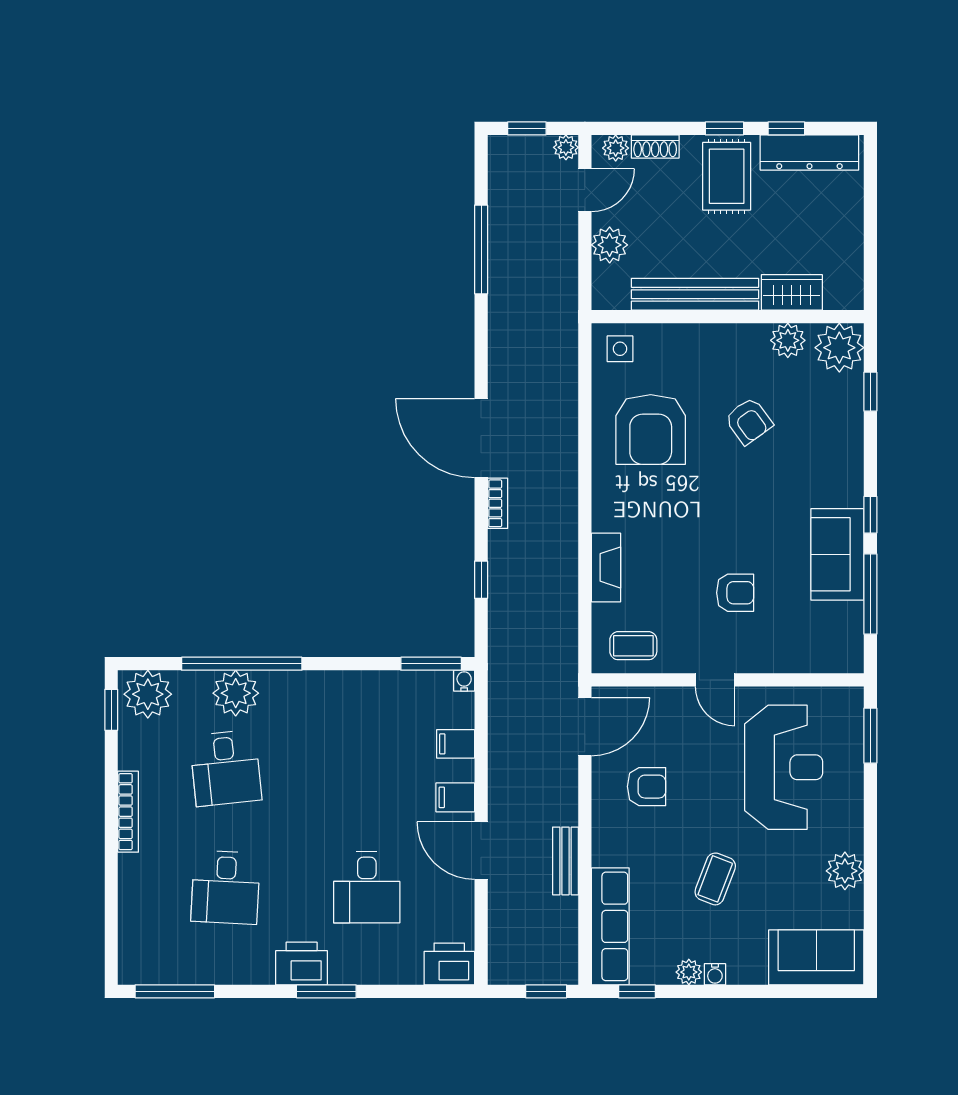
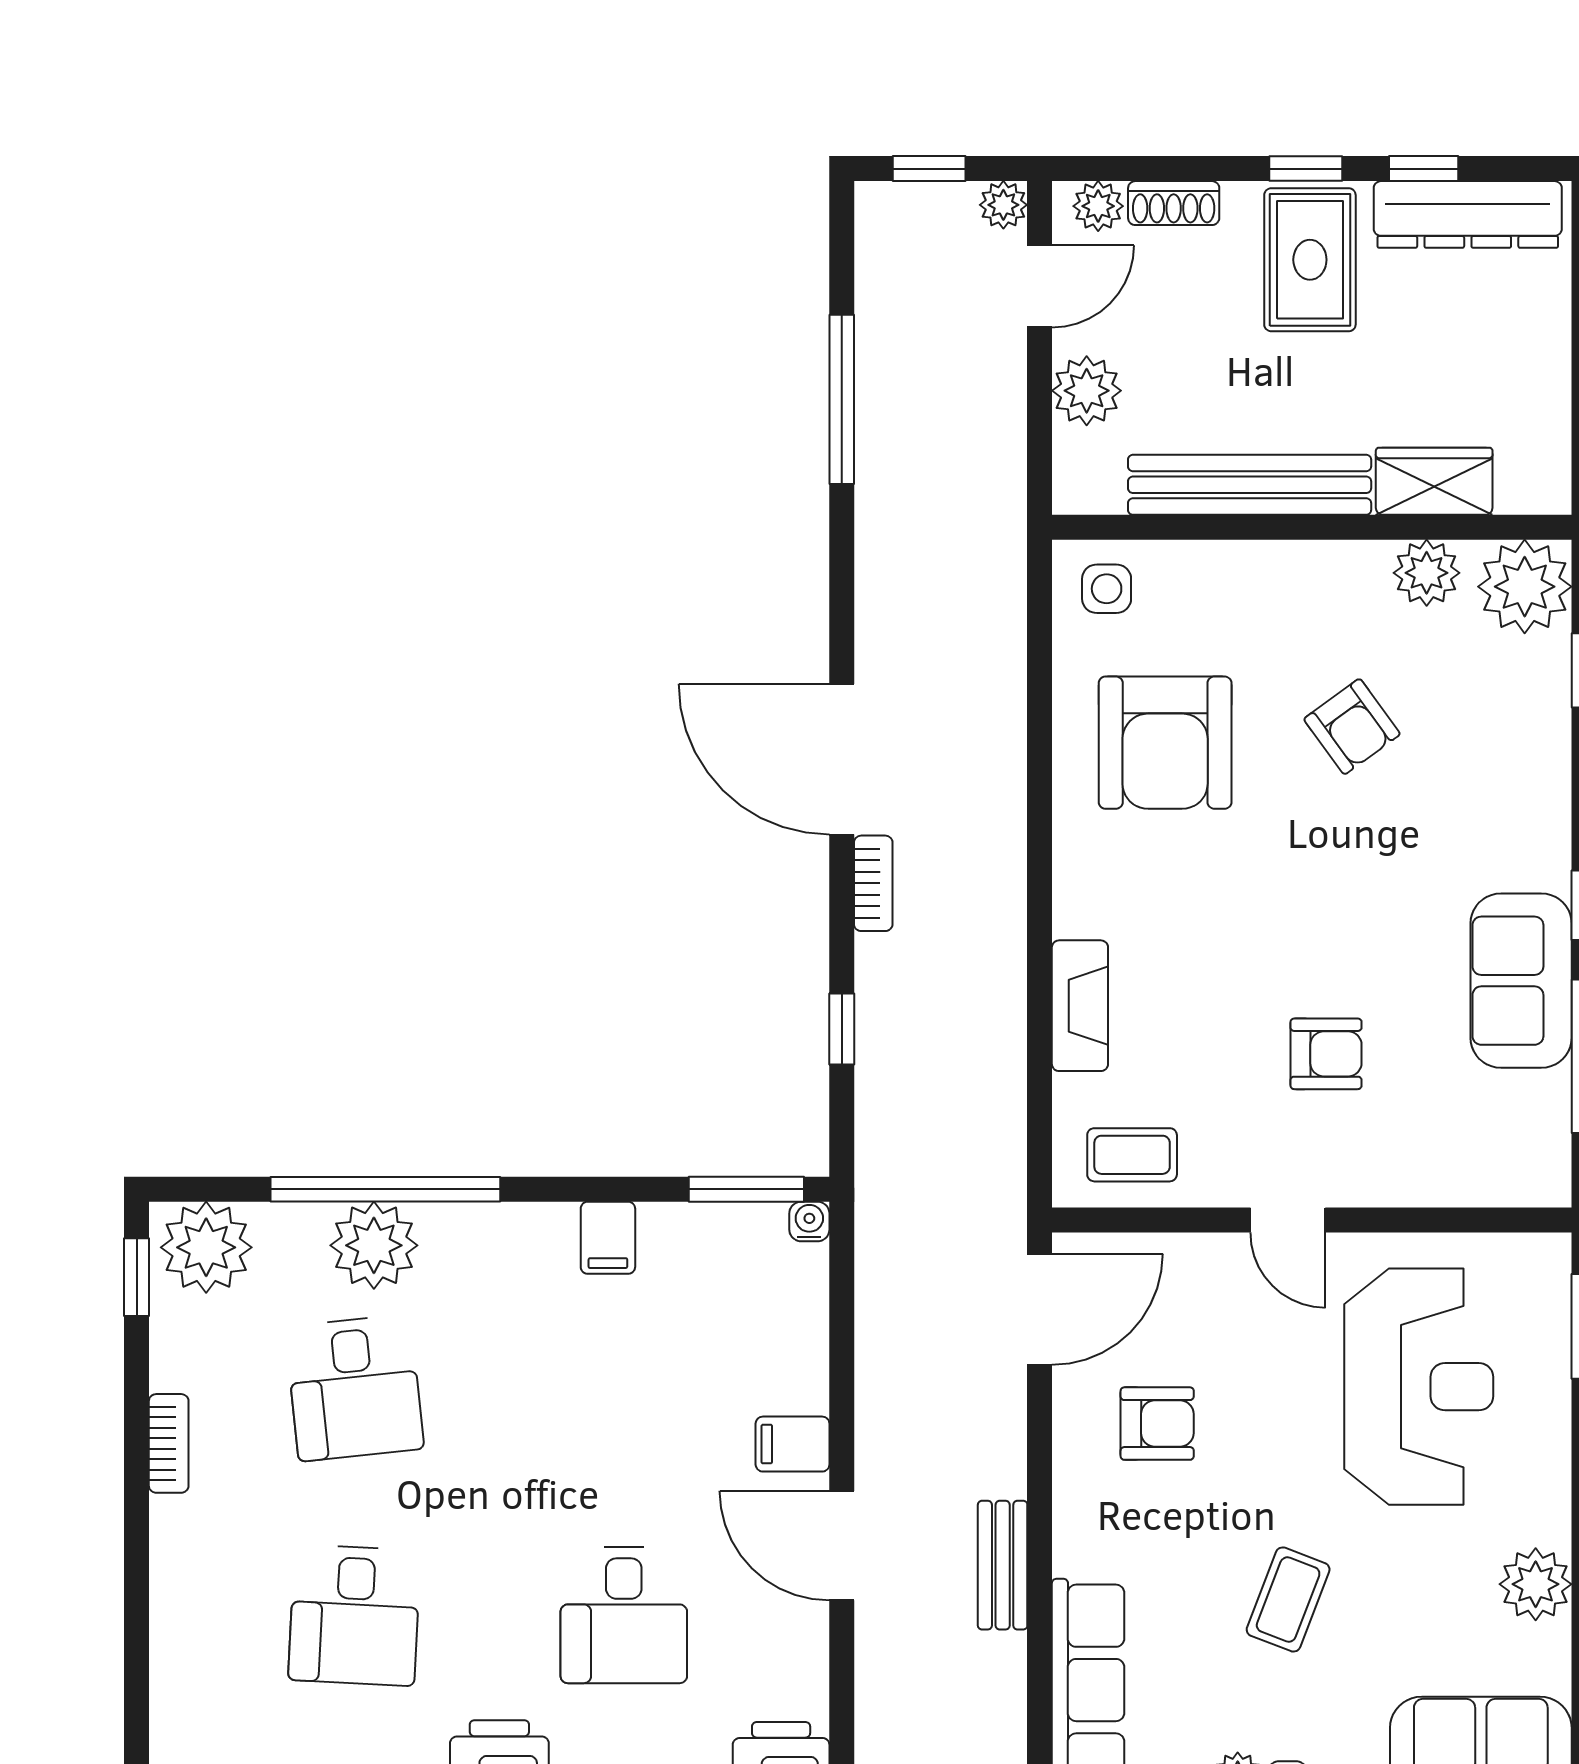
filing cabinet: (456, 744) -> (608, 1238), moved, turned -90
bookcase: (128, 812) -> (169, 1443), width x0.64

